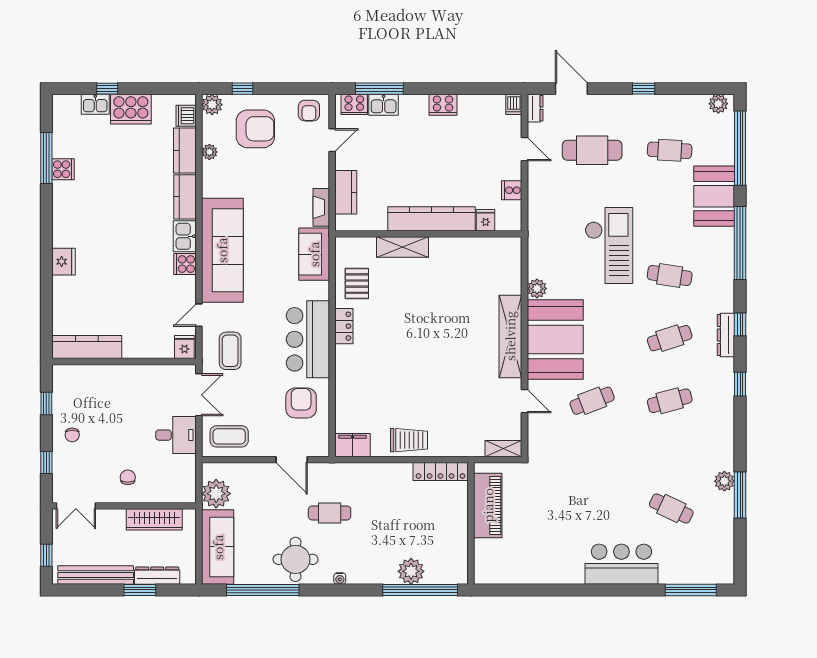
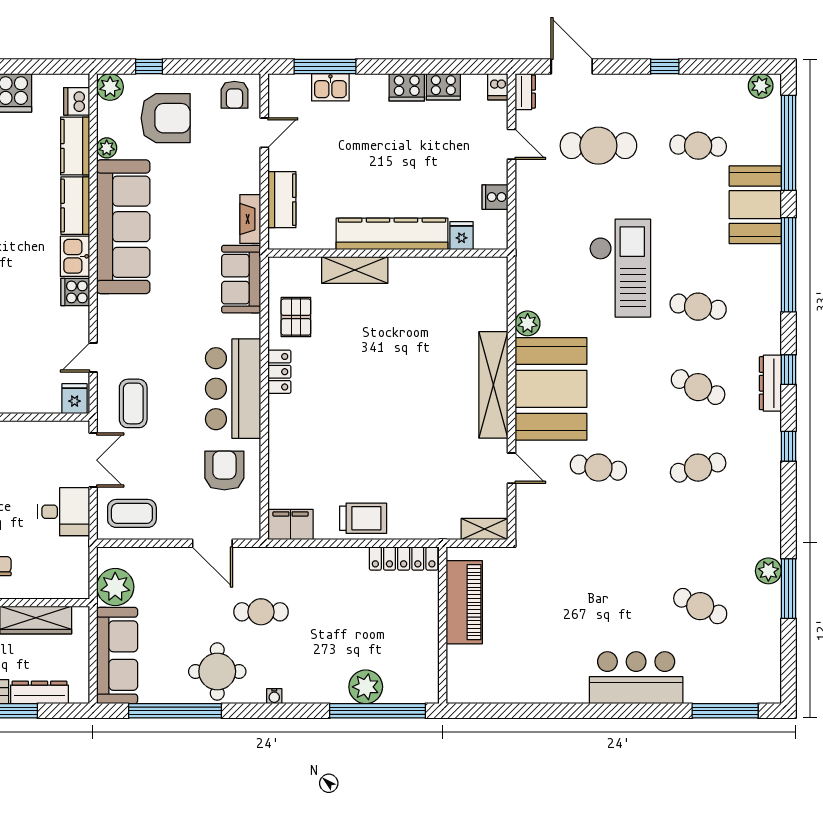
cooker: (354, 104) -> (443, 87), moved
sofa: (222, 250) -> (123, 227), moved
cafe table: (670, 338) -> (698, 387), turned 42
cafe table: (592, 401) -> (598, 468), turned 30

